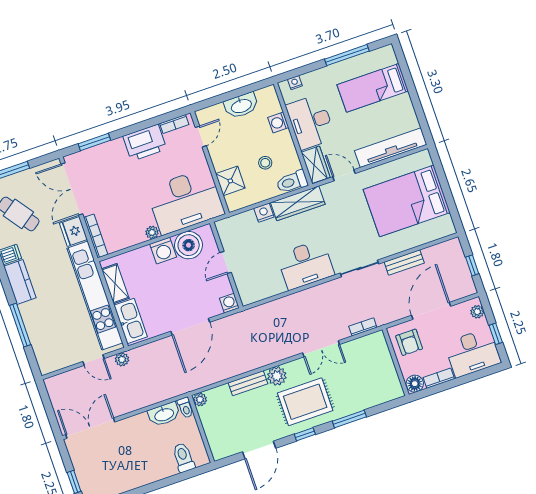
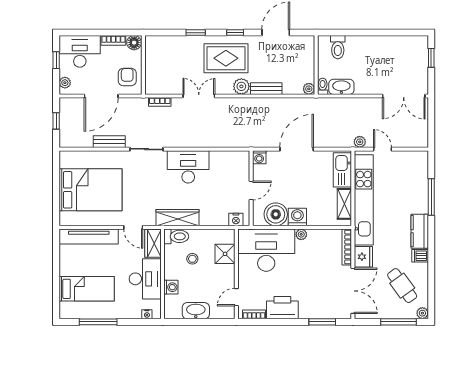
nightstand: (264, 213) -> (236, 220), moved
window: (349, 419) -> (196, 33), width x0.67

